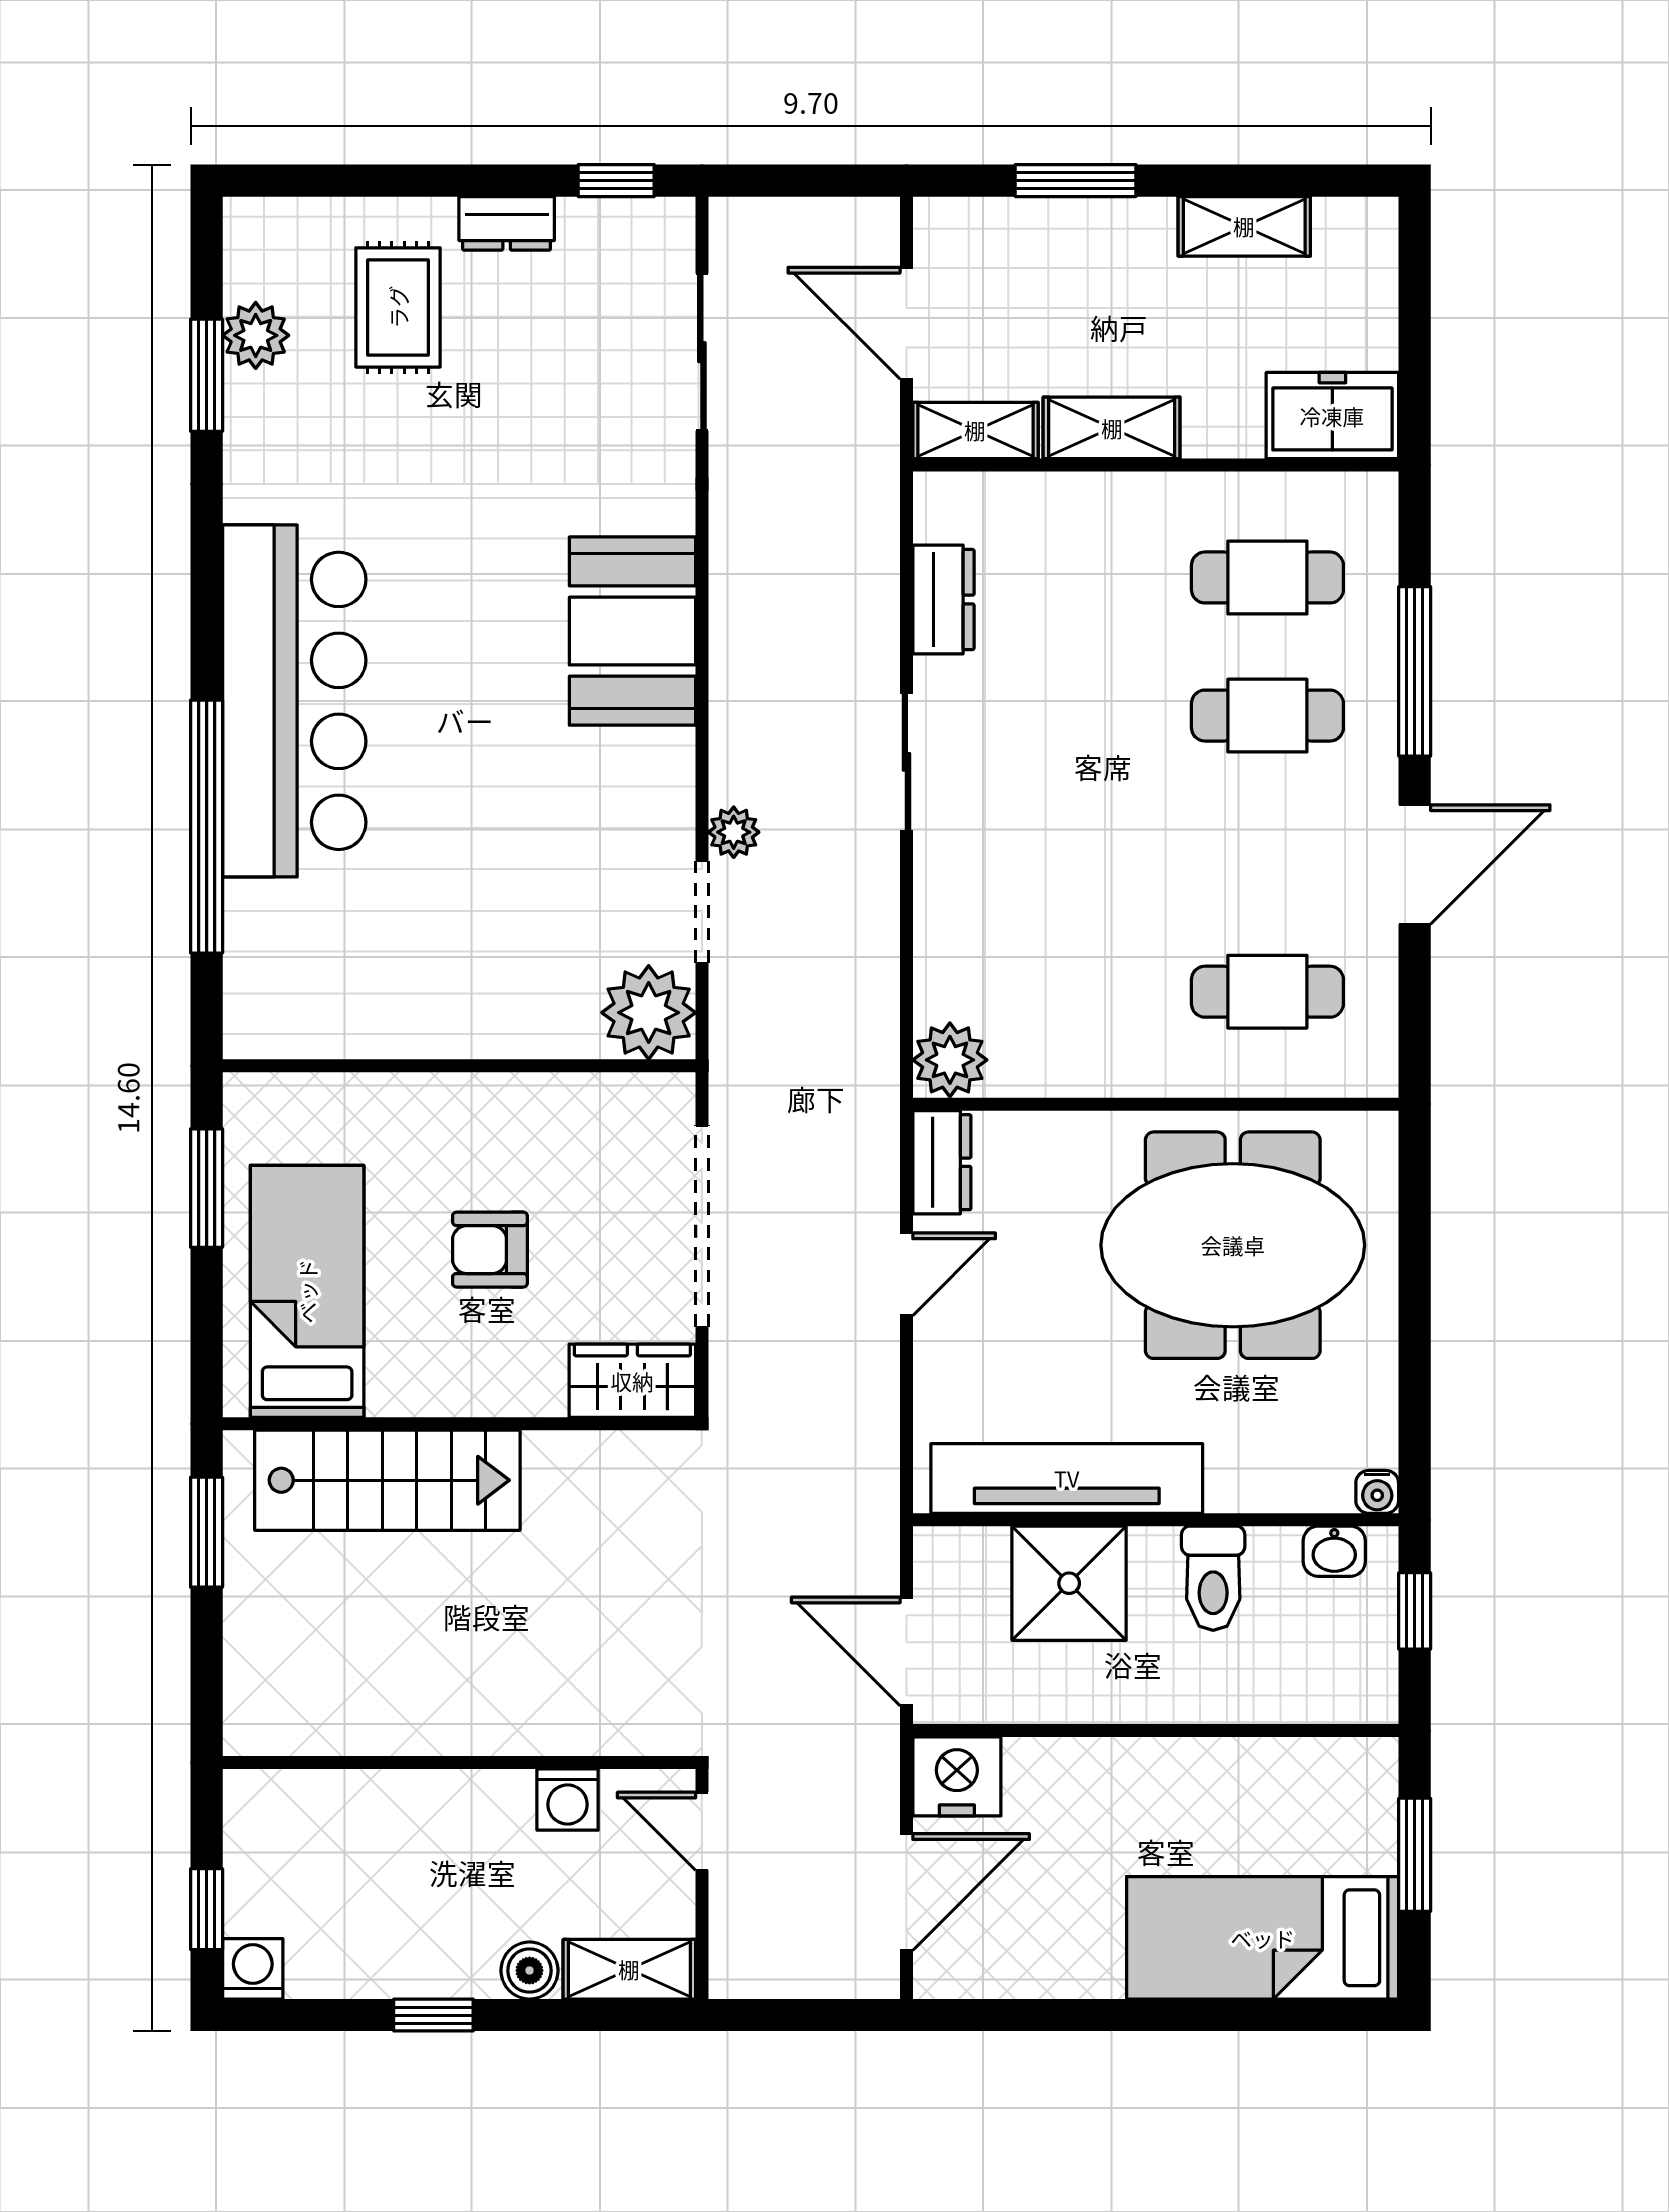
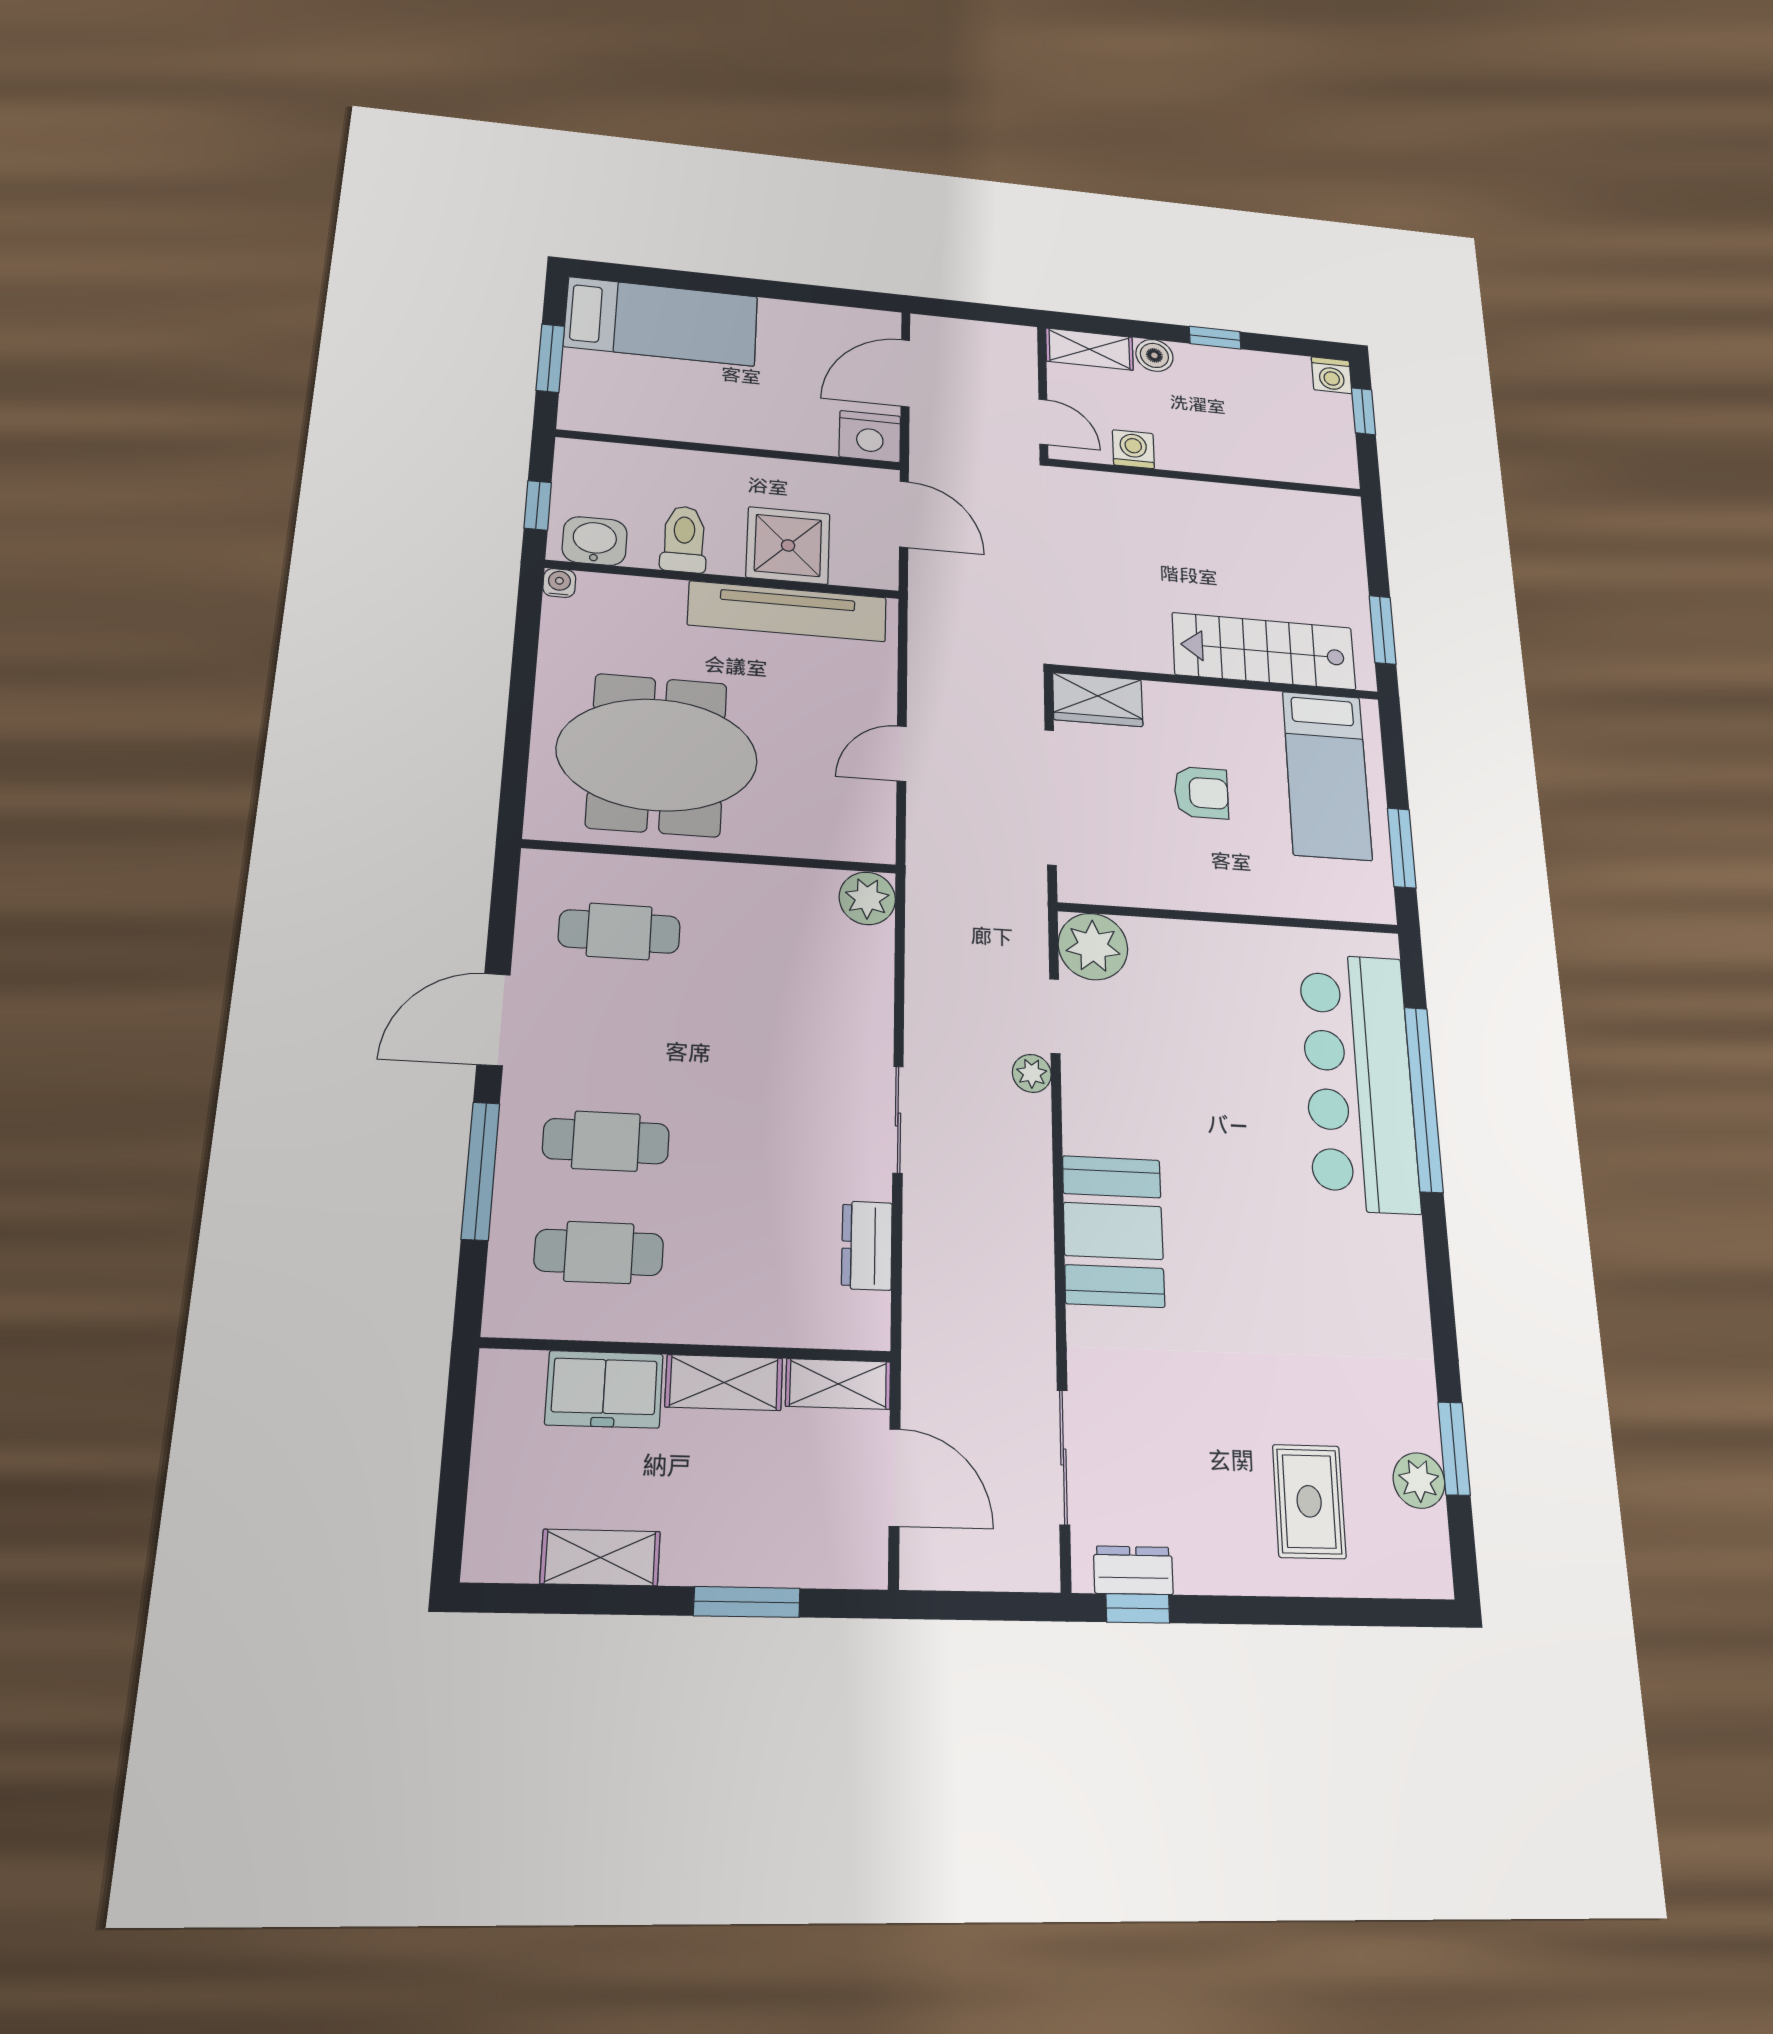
dresser: (507, 223) -> (1133, 1570), moved
freezer: (1332, 416) -> (604, 1389), moved
bar counter: (294, 701) -> (1359, 1081), moved
dresser: (942, 1162) -> (874, 827), removed
washbasin: (1334, 1551) -> (595, 541), width x1.38, depth x1.45

